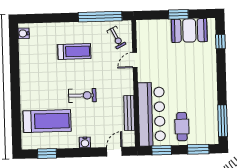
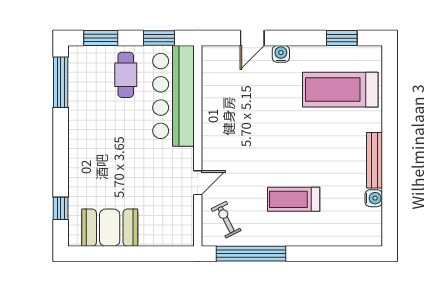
window: (178, 14) -> (126, 254), removed
water cooler: (24, 33) -> (374, 198), moved
exercise bike: (82, 95) -> (283, 129), removed
bench: (129, 113) -> (374, 160), moved
door: (114, 152) -> (252, 38), moved

